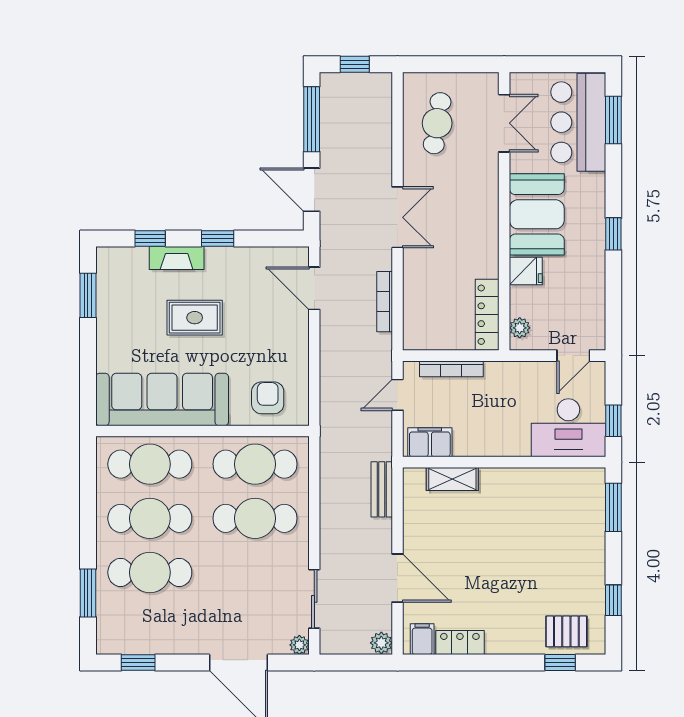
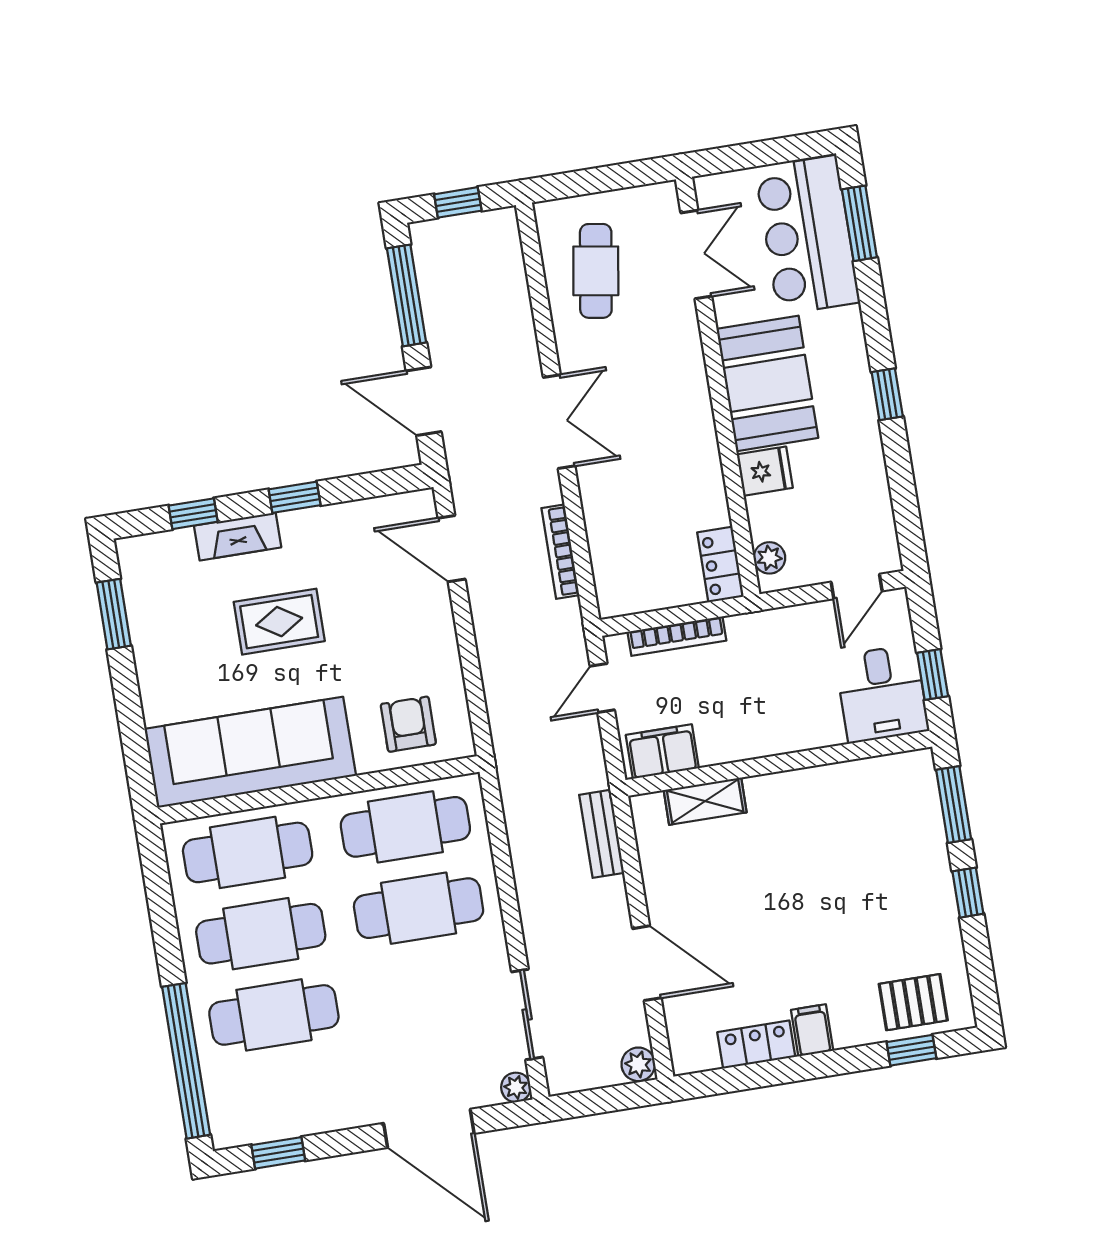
locker: (487, 315) -> (720, 565), width x0.66
desk: (568, 428) -> (882, 694), width x0.73
window: (88, 593) -> (186, 1061), width x2.11
window: (613, 600) -> (968, 893), moved
filing cabinet: (422, 639) -> (812, 1030), moved

